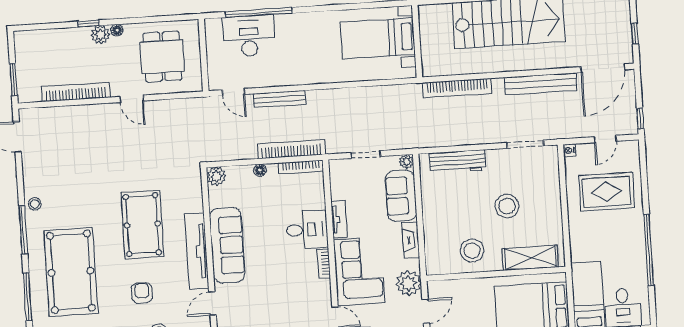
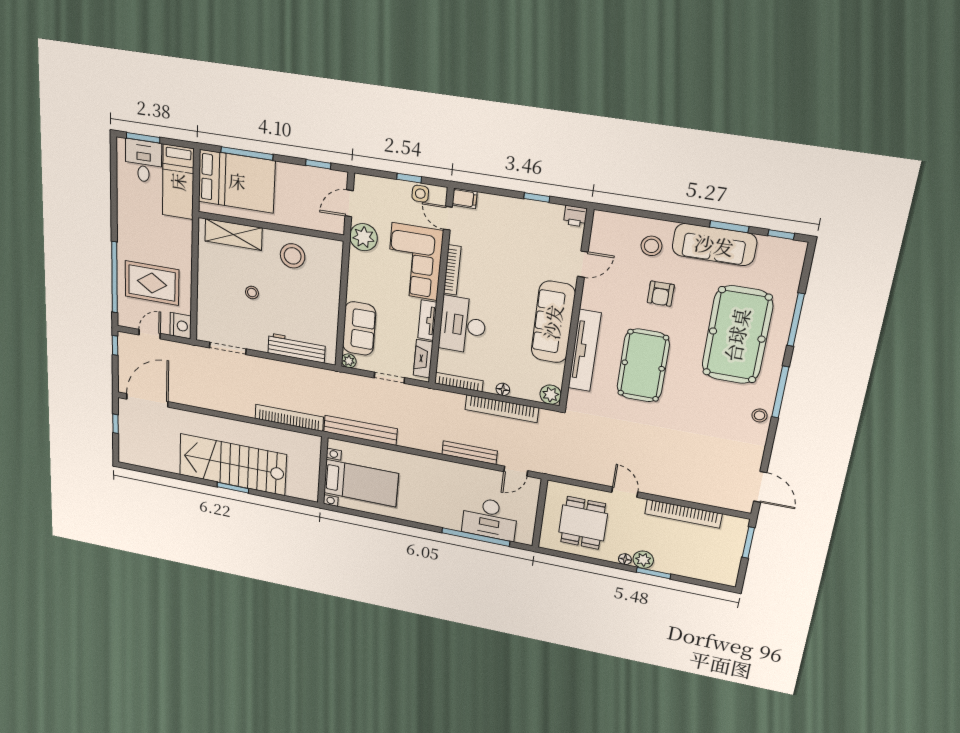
window: (88, 24) -> (654, 573), width x1.50
bench: (541, 84) -> (360, 430), moved
door: (234, 92) -> (516, 471), swing flipped
bookcase: (291, 149) -> (502, 409), moved
nightstand: (569, 150) -> (181, 326), width x1.89, depth x1.79
stool: (507, 206) -> (252, 293), width x0.53, depth x0.53
desk: (307, 230) -> (463, 325), width x1.37
fireplace: (411, 240) -> (423, 359), moved, turned 180
window: (649, 250) -> (114, 277), moved
tv unit: (197, 251) -> (585, 351), moved
bookcase: (324, 263) -> (452, 270), width x1.56

